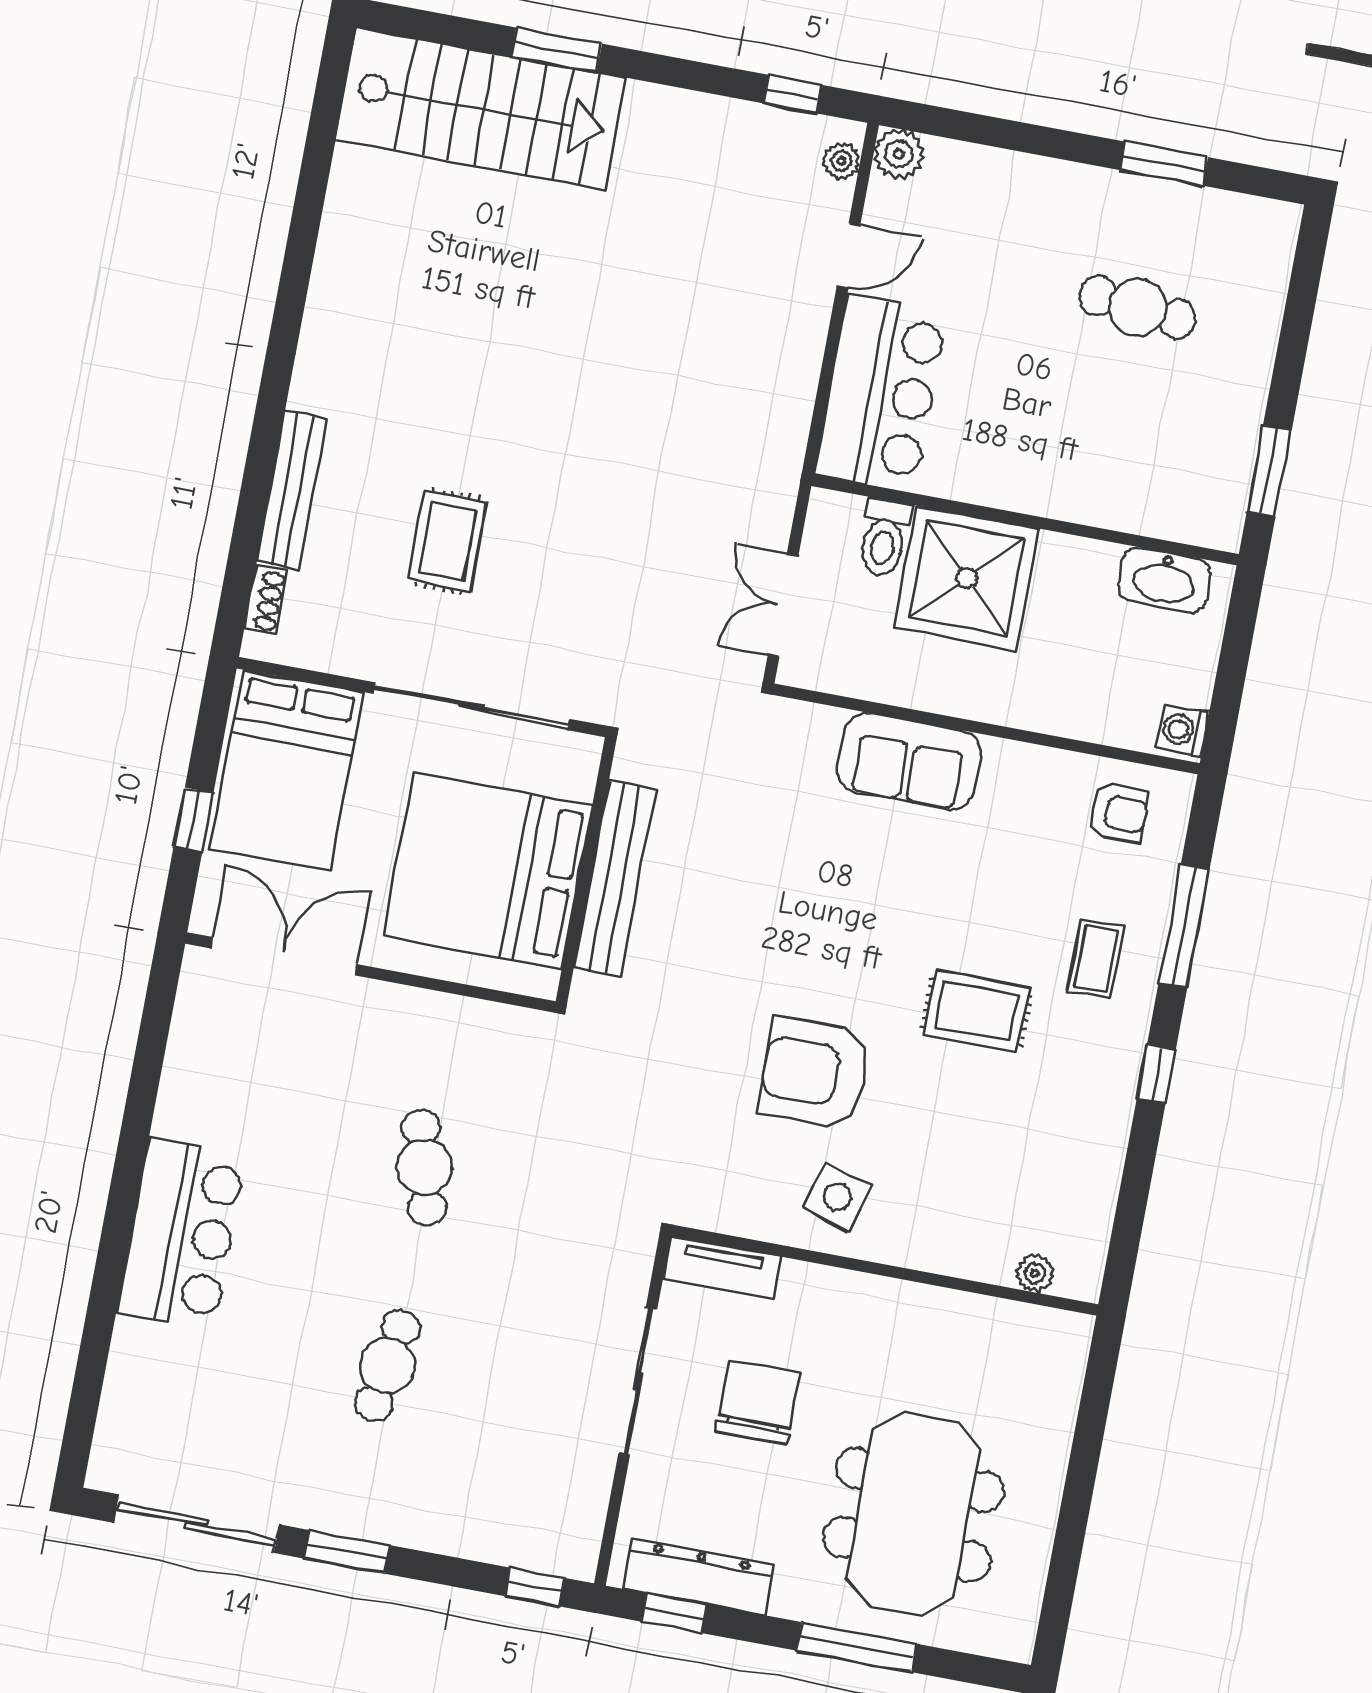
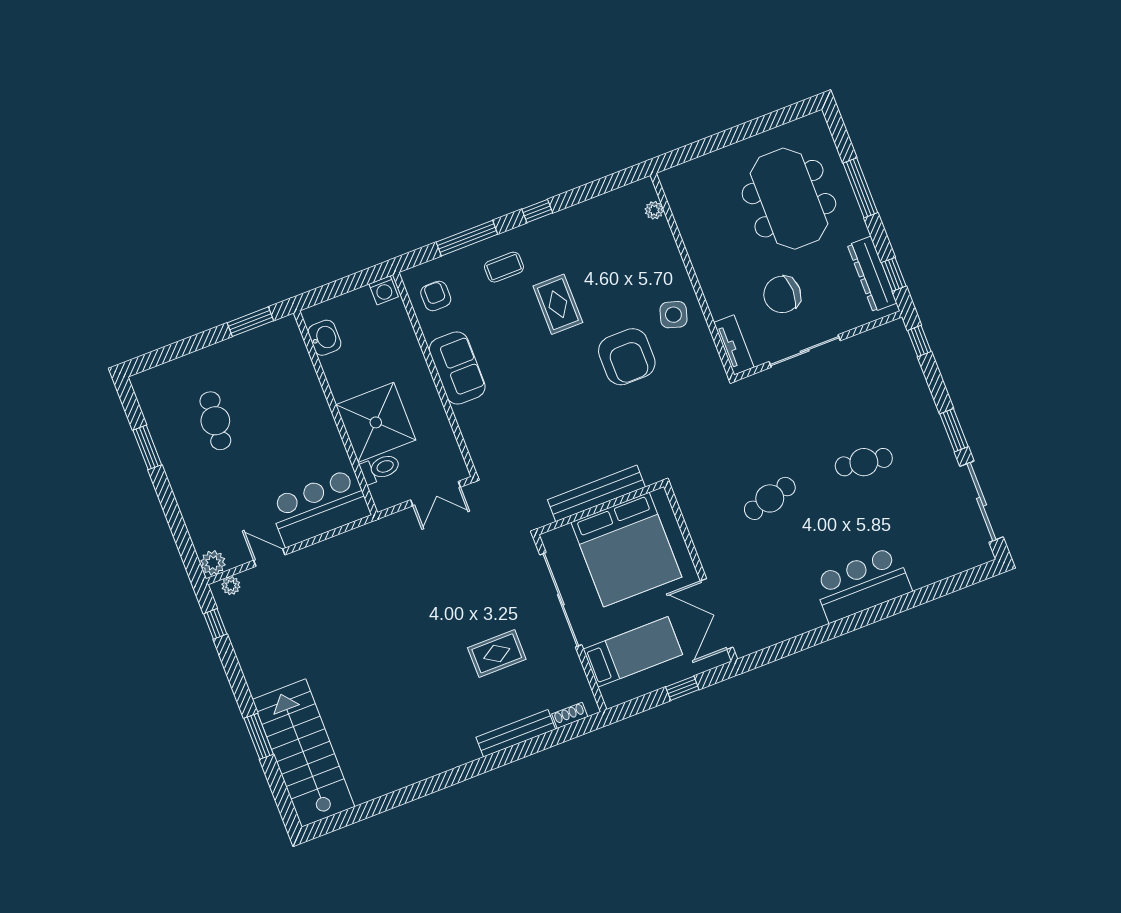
washbasin: (1164, 580) -> (324, 338), width x0.72
sofa: (909, 761) -> (457, 368), moved
bed: (287, 770) -> (633, 652), width x0.67
meeting table: (913, 1515) -> (789, 199), turned 90

